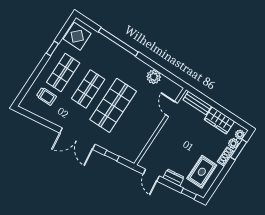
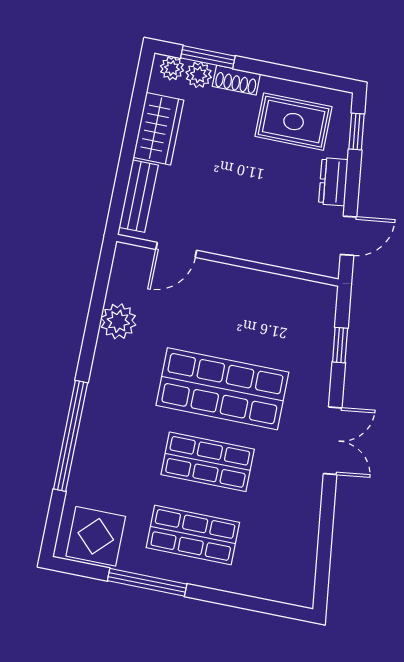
window: (52, 48) -> (147, 582), width x2.17
trolley: (46, 96) -> (264, 552), removed
double door: (77, 139) -> (333, 441), width x0.73

